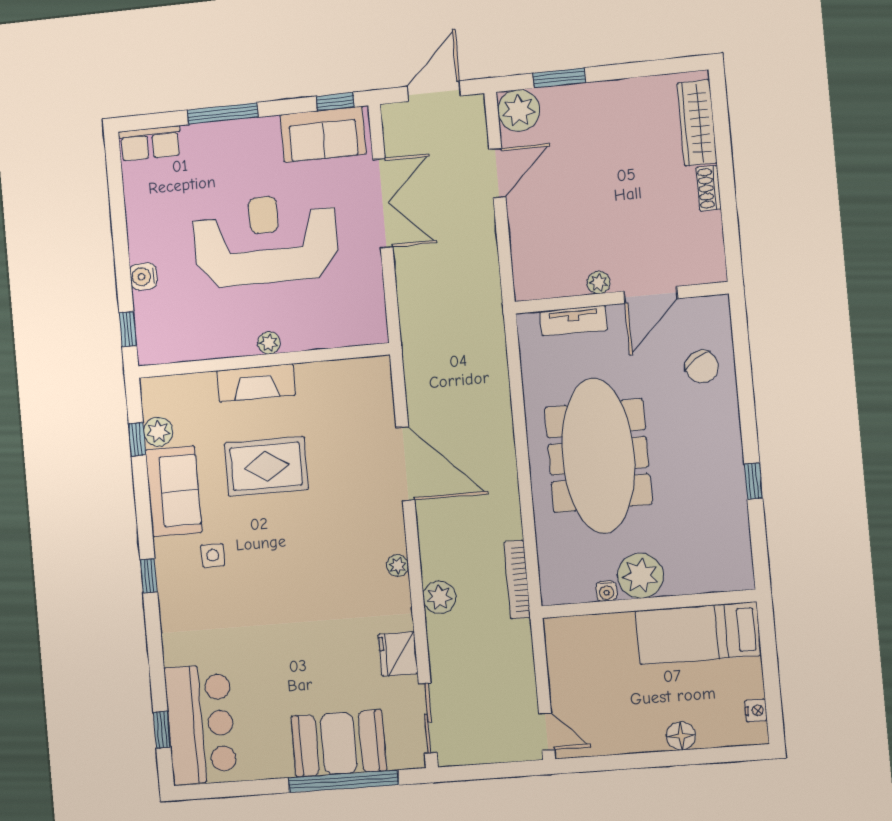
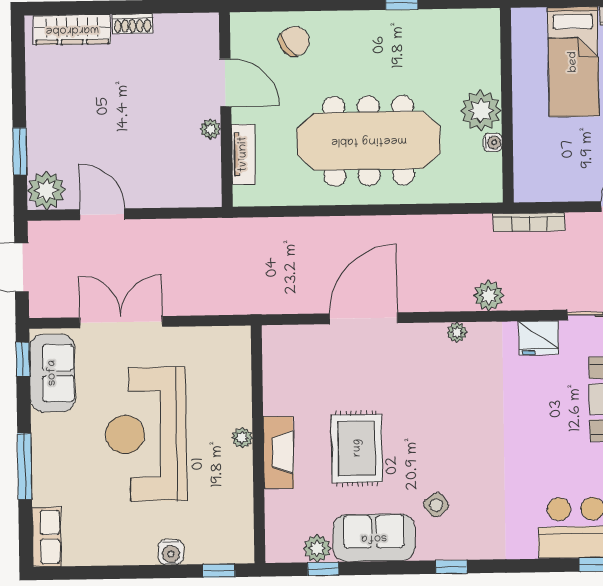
side table: (213, 555) -> (436, 505), turned -38
bookcase: (517, 580) -> (529, 222), moved
bed: (698, 633) -> (573, 62), moved

